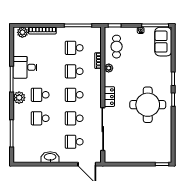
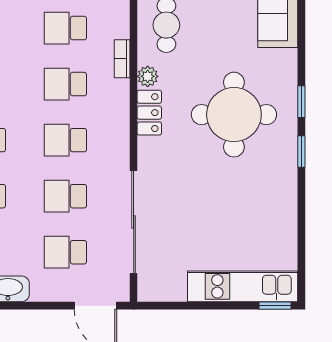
locker: (109, 97) -> (149, 113), moved
round table: (148, 105) -> (234, 115), moved
kitchen unit: (149, 156) -> (243, 286), added

